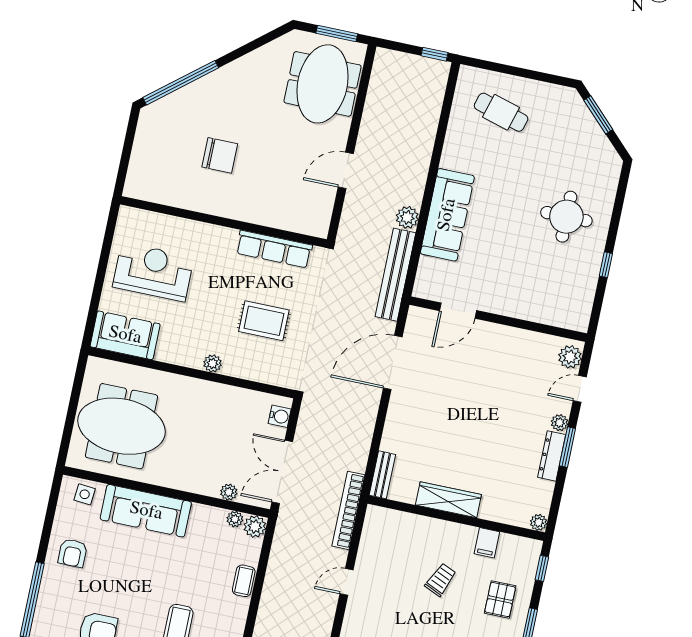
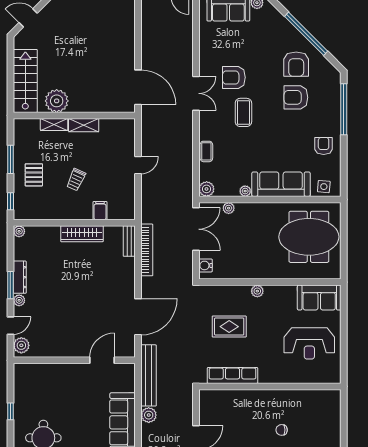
chair: (220, 155) -> (282, 430), width x0.54, depth x0.54
bookcase: (348, 510) -> (147, 250), moved
plant: (235, 519) -> (245, 191), moved
filing cabinet: (487, 543) -> (100, 211), moved

